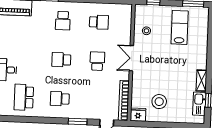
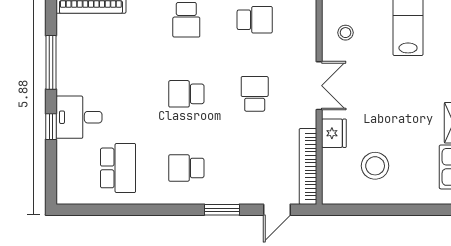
double door: (131, 58) -> (319, 86), swing flipped
school desk: (24, 97) -> (118, 168), turned 180
fridge: (138, 115) -> (334, 133), moved, turned 90

